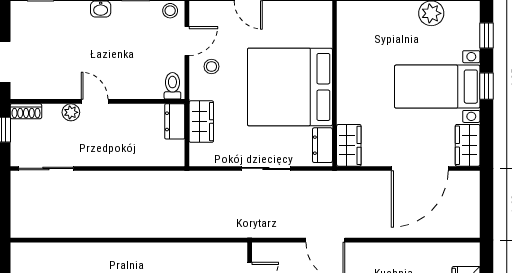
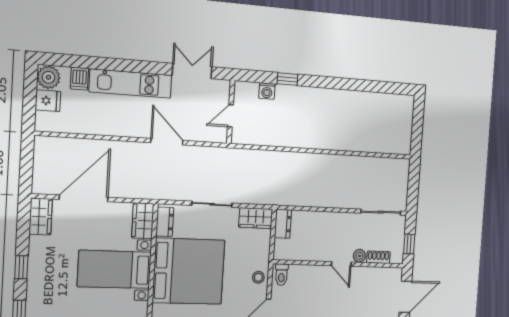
stool: (212, 66) -> (258, 277), moved
bed with nightstands: (437, 87) -> (114, 269), moved, turned 180
shoe rack: (26, 111) -> (378, 257), moved
dresser: (175, 121) -> (283, 224), moved
wardrobe: (201, 122) -> (256, 218), moved, turned -90

